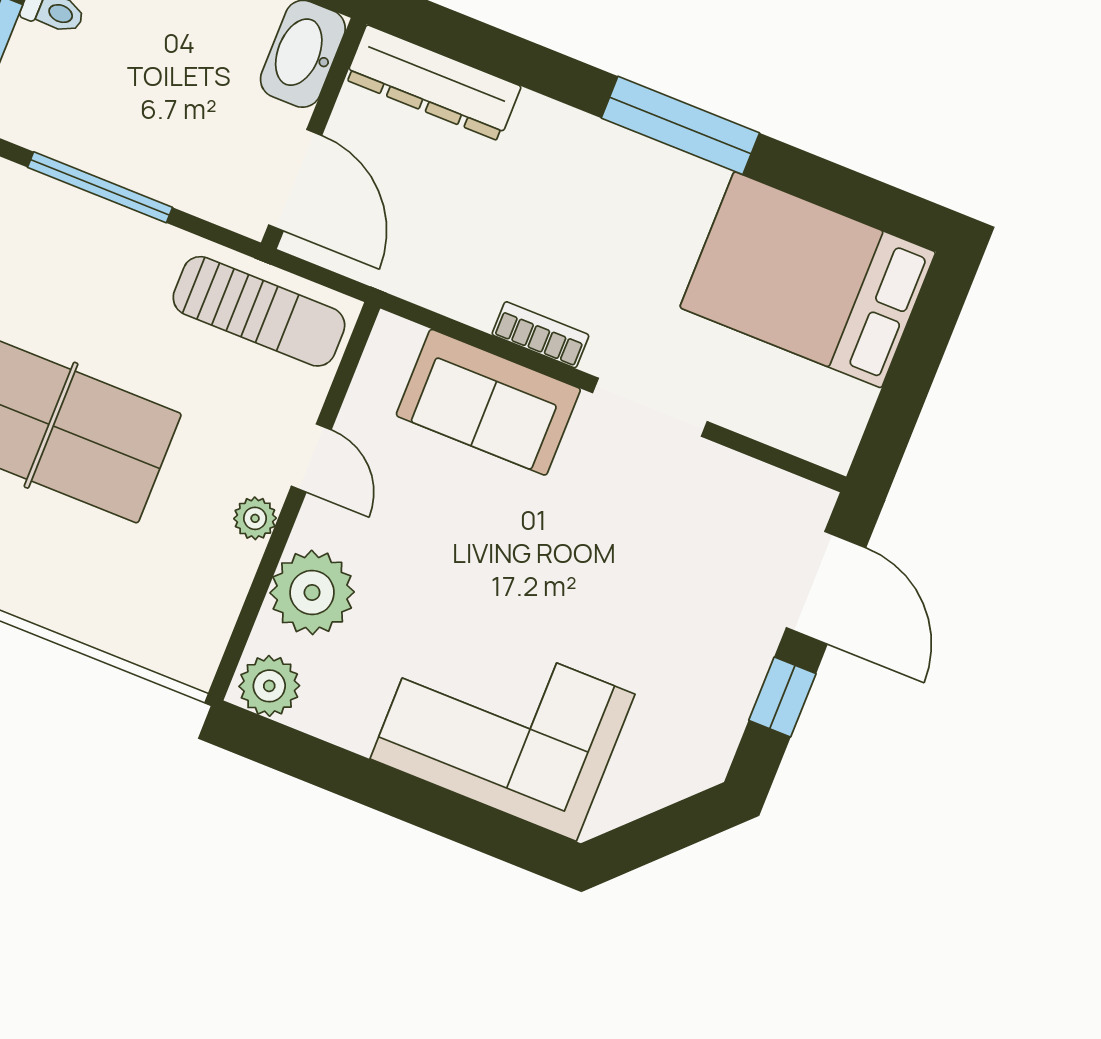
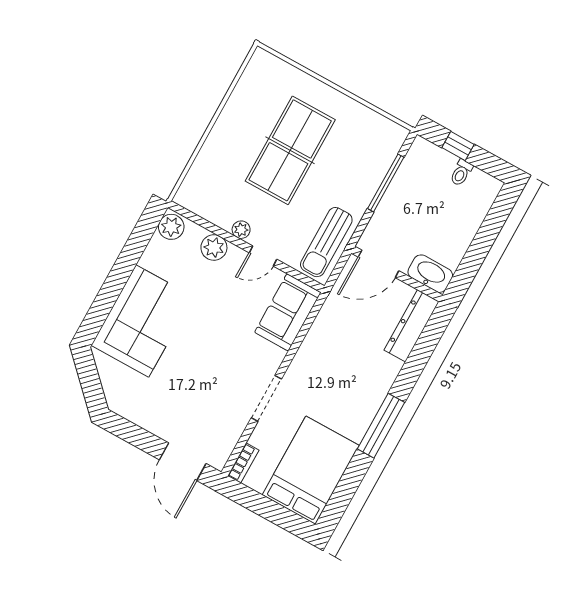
bookcase: (540, 335) -> (243, 463), moved
sofa: (488, 402) -> (288, 312), moved
door: (826, 588) -> (183, 462), hinge flipped
plant: (312, 592) -> (214, 248), width x0.73, depth x0.73
window: (782, 697) -> (140, 438), removed

